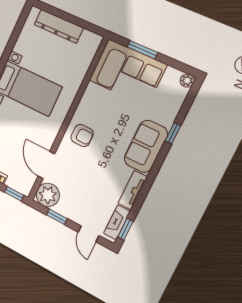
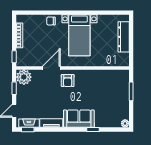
corner sofa: (128, 72) -> (115, 89), removed
door: (46, 165) -> (51, 68), moved

